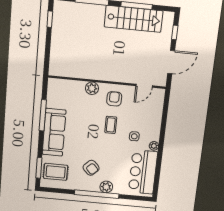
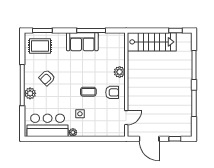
stairs: (134, 19) -> (152, 42), moved, turned -90
door: (144, 86) -> (126, 118), swing flipped
sofa: (54, 132) -> (82, 42), width x0.73
rug: (56, 172) -> (40, 46), turned 90

